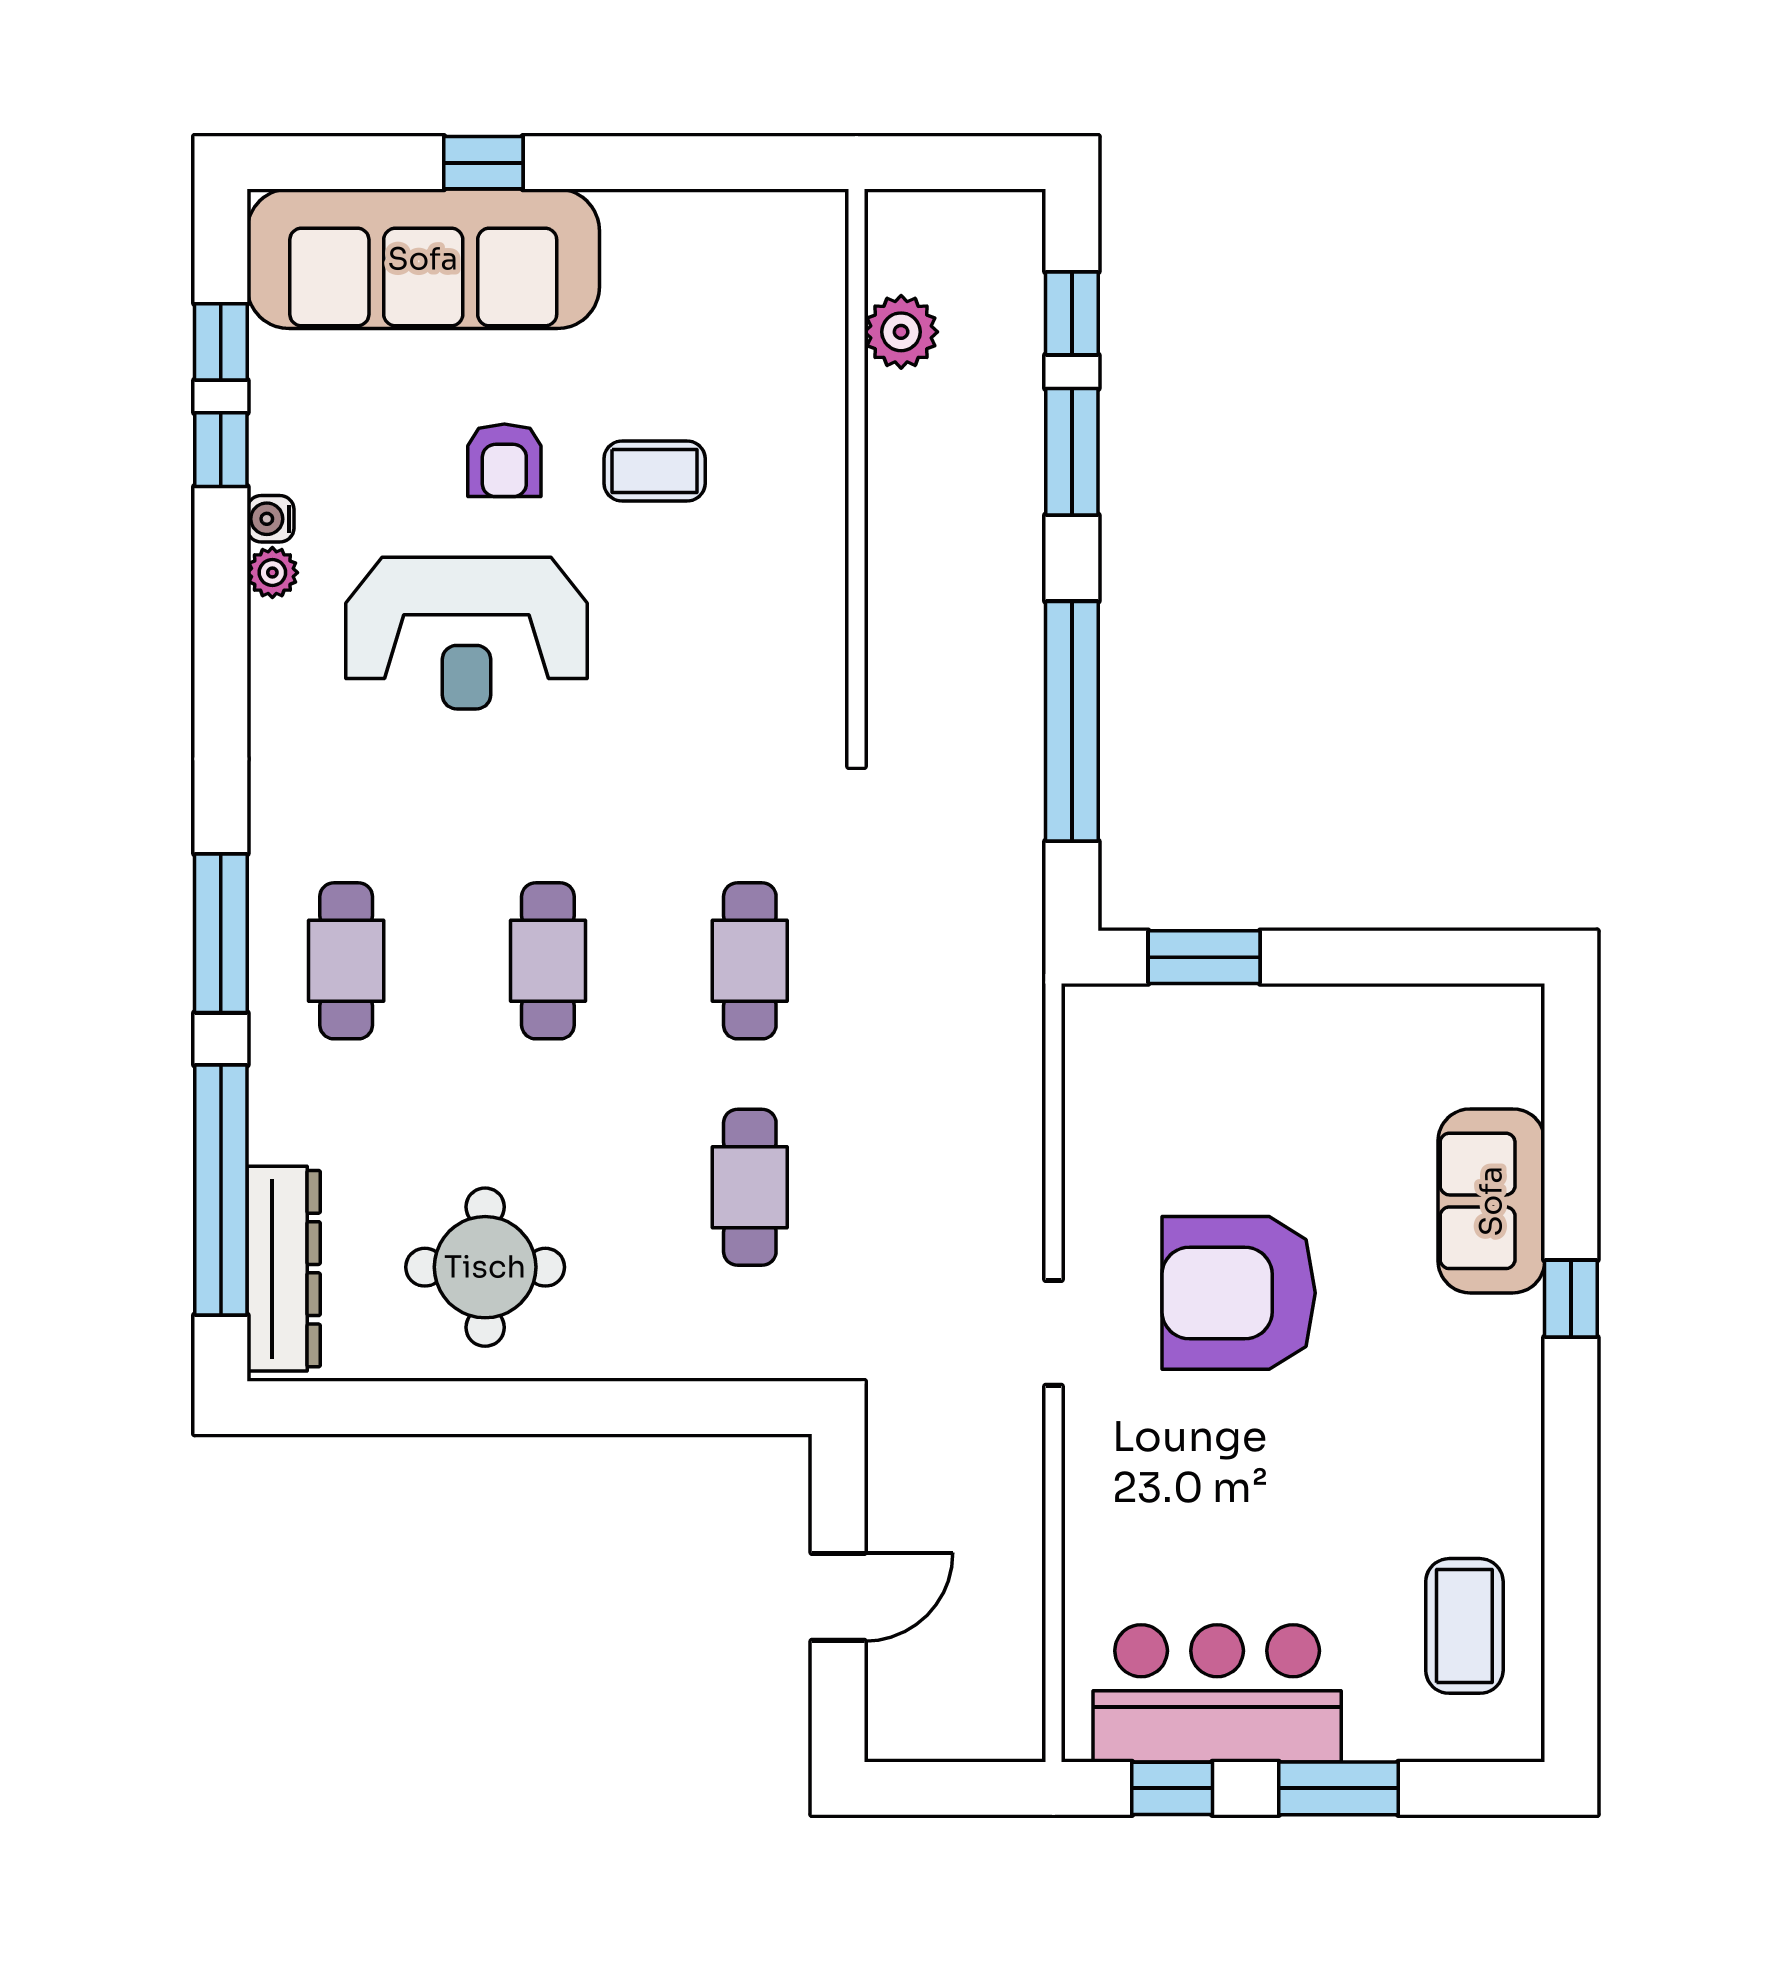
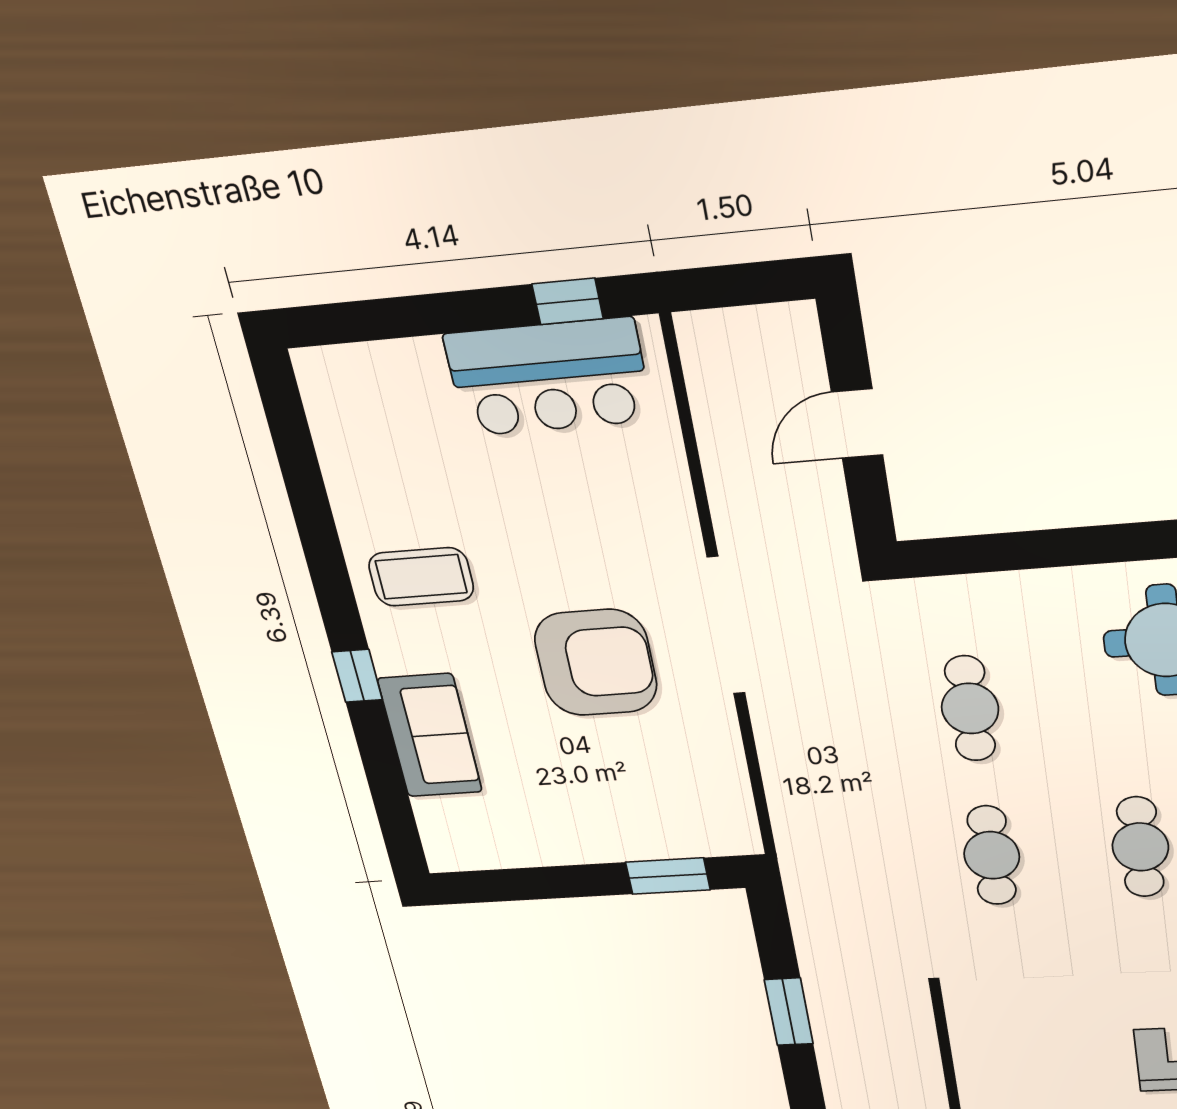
window: (1072, 721) -> (789, 1012), width x0.47
doorway: (1054, 1333) -> (726, 626), width x1.87
coffee table: (1464, 1626) -> (421, 577), moved, turned 90
window: (1338, 1788) -> (439, 314), removed

